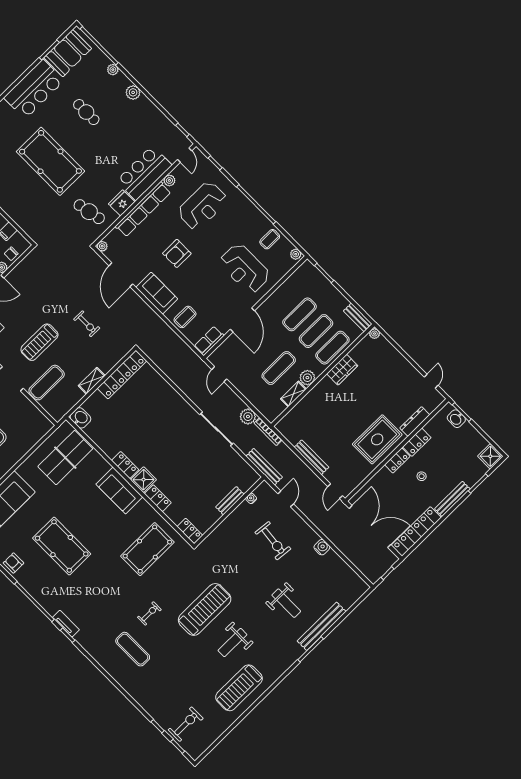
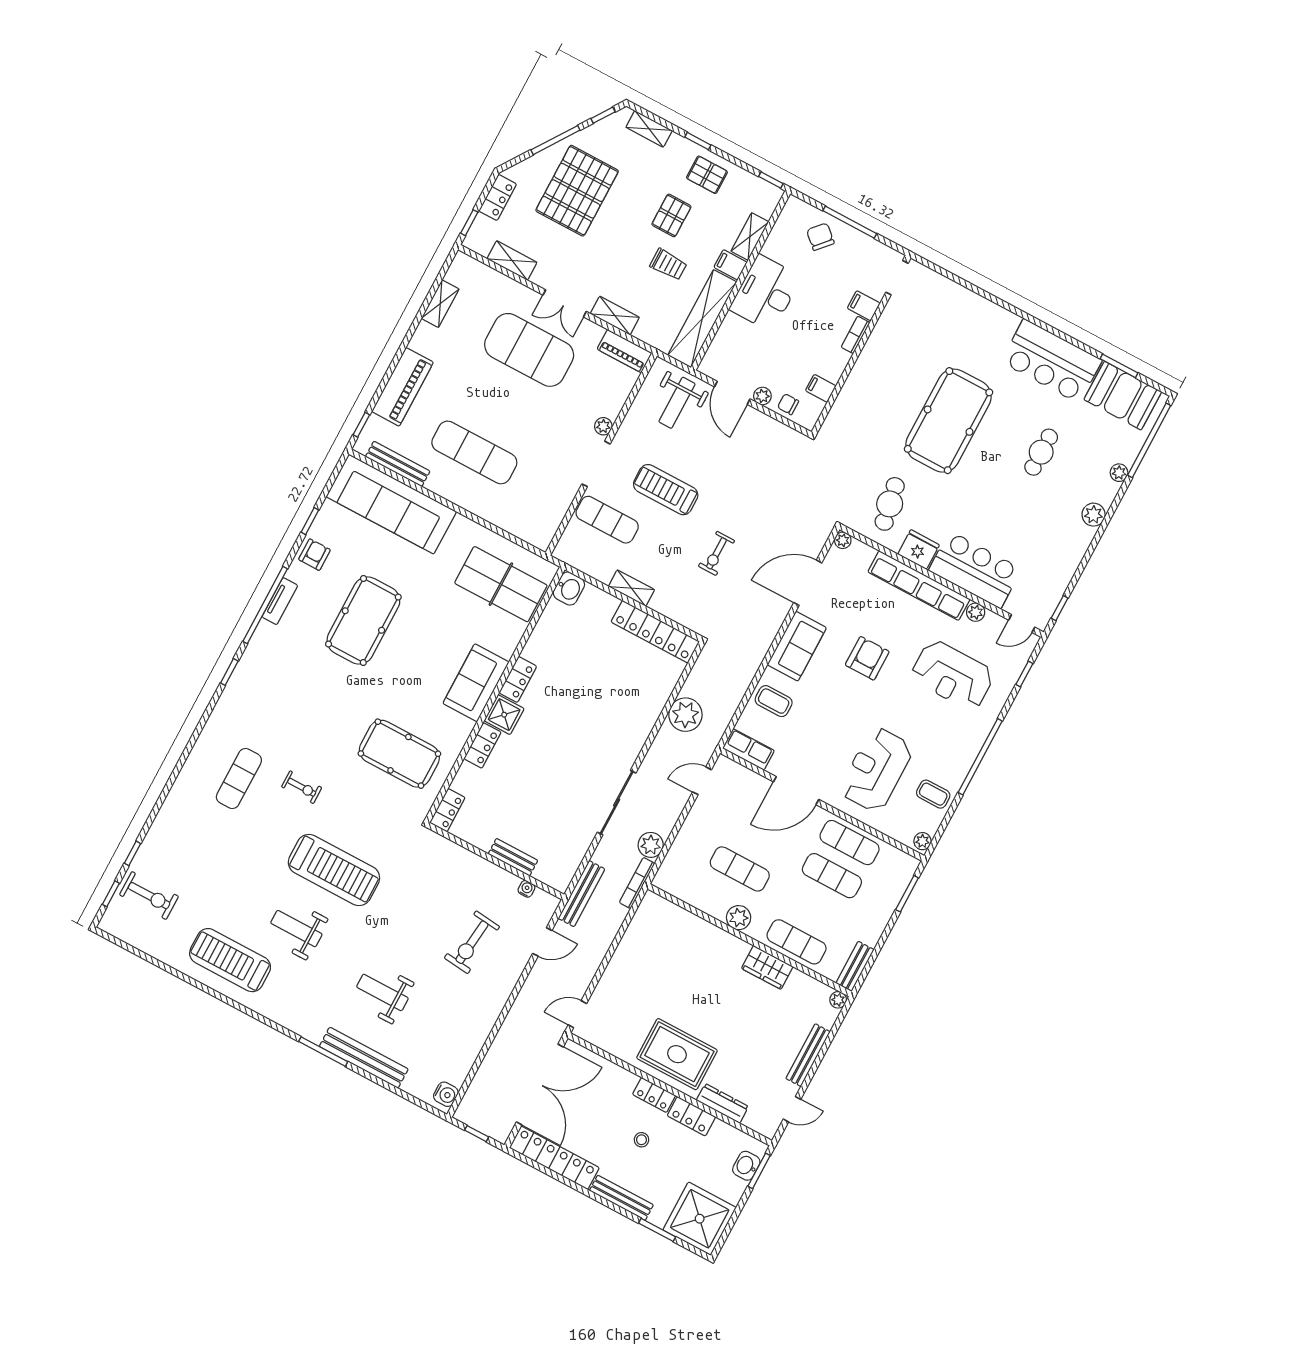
armchair: (177, 253) -> (867, 658), turned 90
exercise mat: (316, 331) -> (850, 843), moved
plant: (177, 372) -> (685, 715), added
shelving: (293, 394) -> (707, 904), removed
shower: (490, 456) -> (700, 1219), width x1.86, depth x1.86
bench: (311, 457) -> (808, 1055), moved
water cooler: (322, 547) -> (446, 1094), moved
weight bench: (286, 603) -> (382, 992), turned 90
tv unit: (66, 624) -> (280, 601), moved

